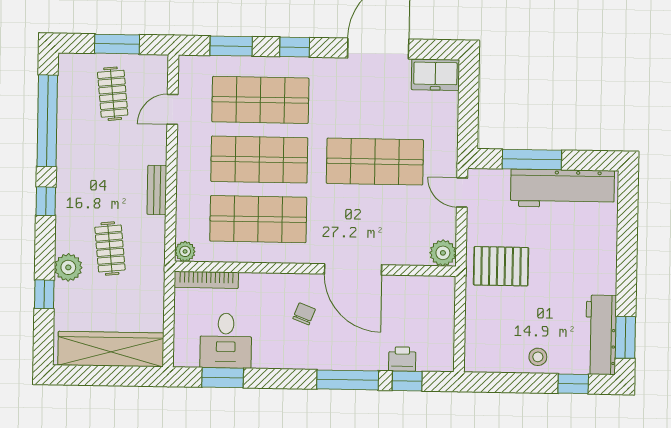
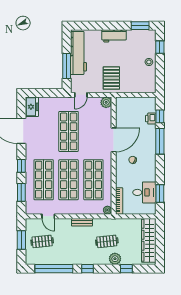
workbench: (601, 335) -> (114, 36), moved, width x0.73

